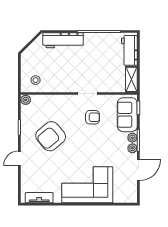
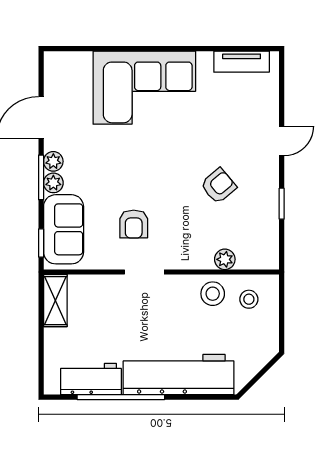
workbench: (63, 40) -> (179, 375), width x1.36, depth x1.32
workbench: (129, 50) -> (91, 379), moved, turned -90
stool: (53, 83) -> (213, 294), added
plant: (26, 100) -> (225, 259), moved
armchair: (93, 117) -> (134, 224), turned -90
armchair: (51, 136) -> (218, 186), width x0.53, depth x0.53

